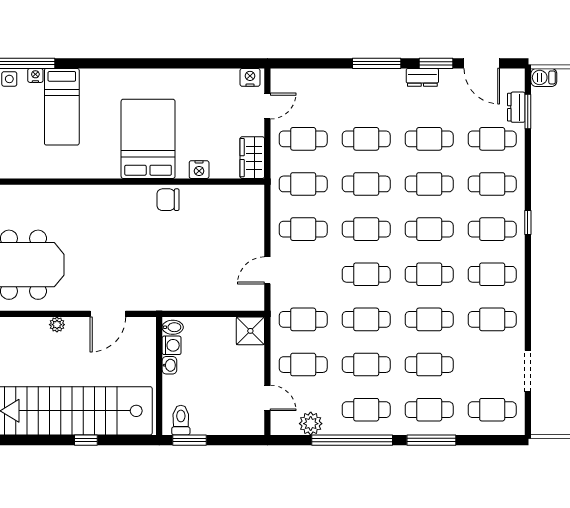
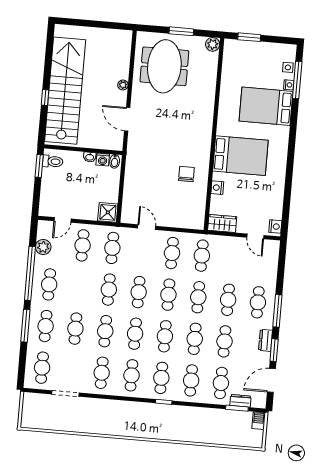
bed: (62, 107) -> (266, 106), width x1.50
cafe table: (303, 139) -> (258, 302), moved
chair: (168, 200) -> (186, 174), moved
cafe table: (366, 365) -> (79, 287), removed

